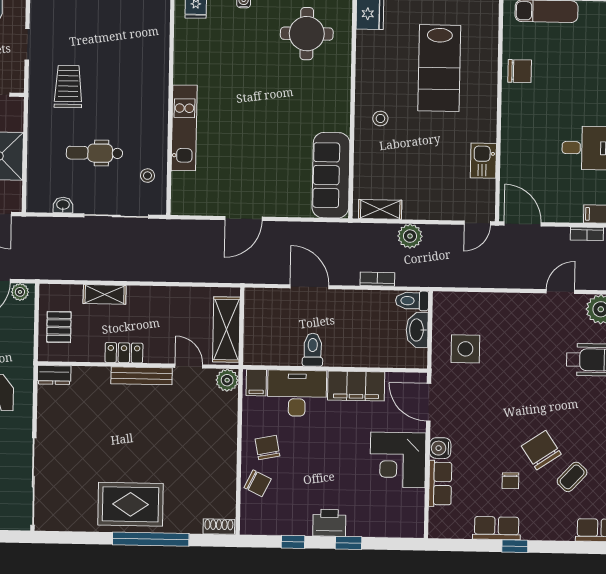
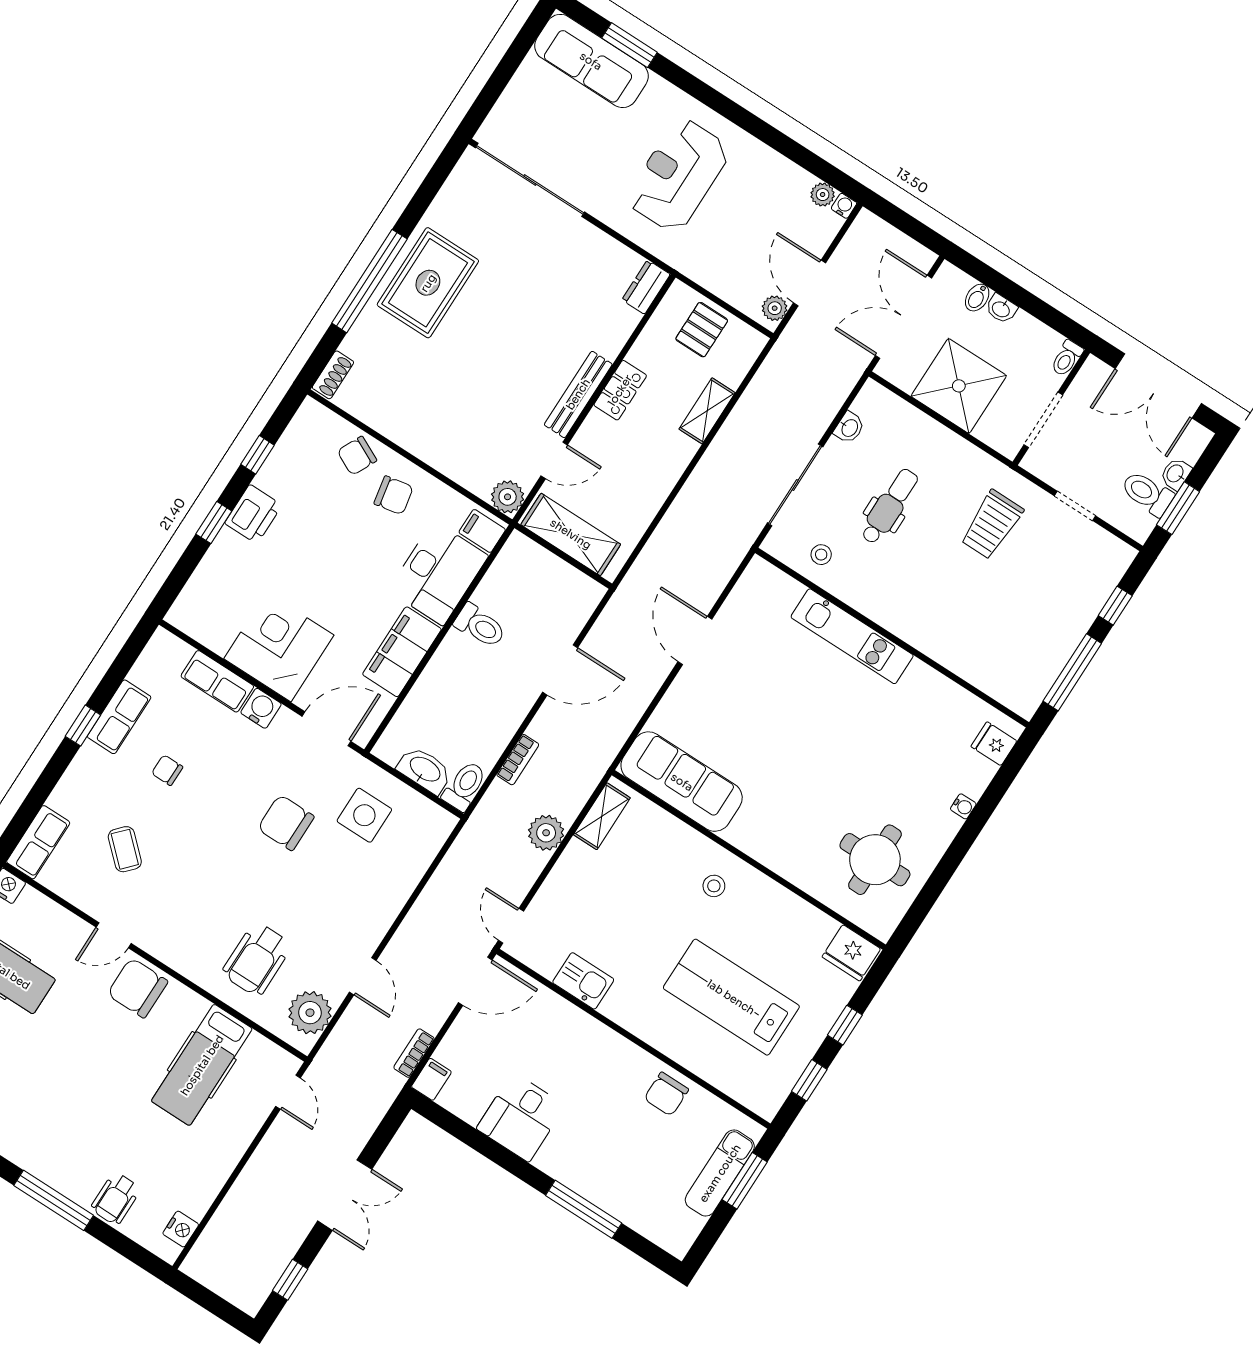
trolley: (68, 87) -> (992, 525), turned 90
pallet: (59, 327) -> (702, 330), turned 90
chair: (541, 450) -> (286, 823), moved, turned -146

